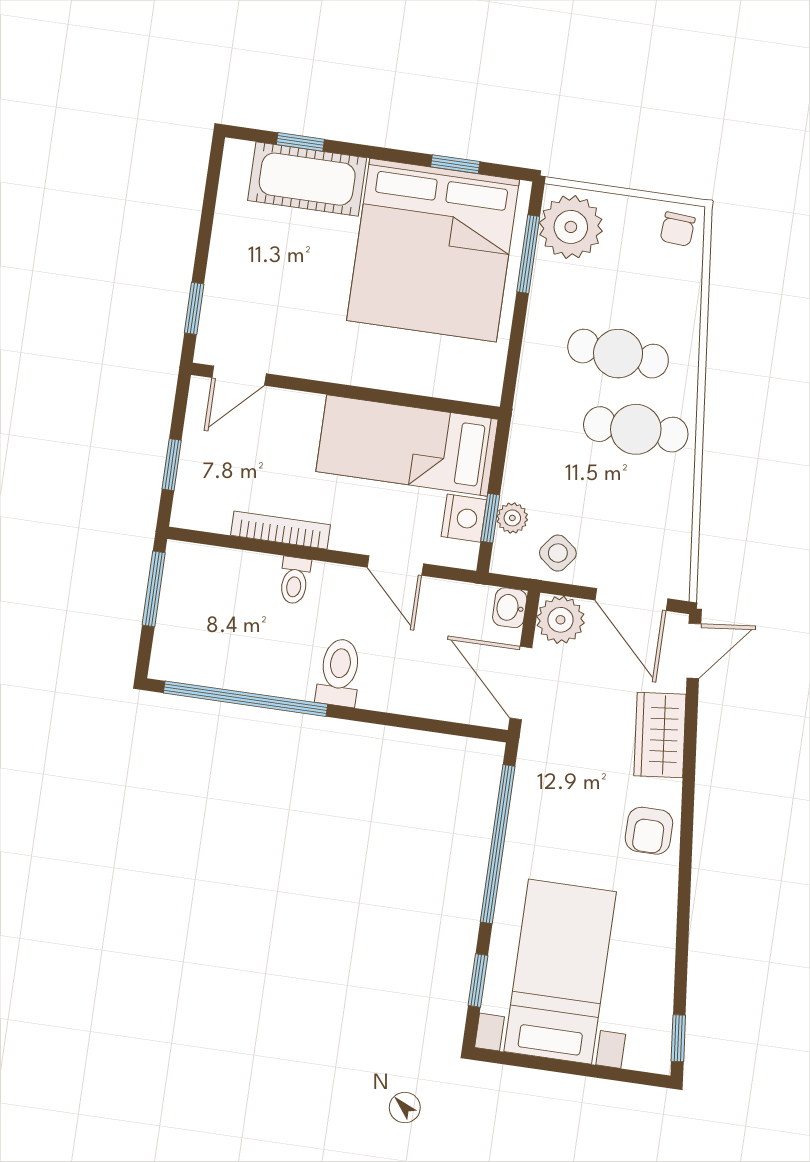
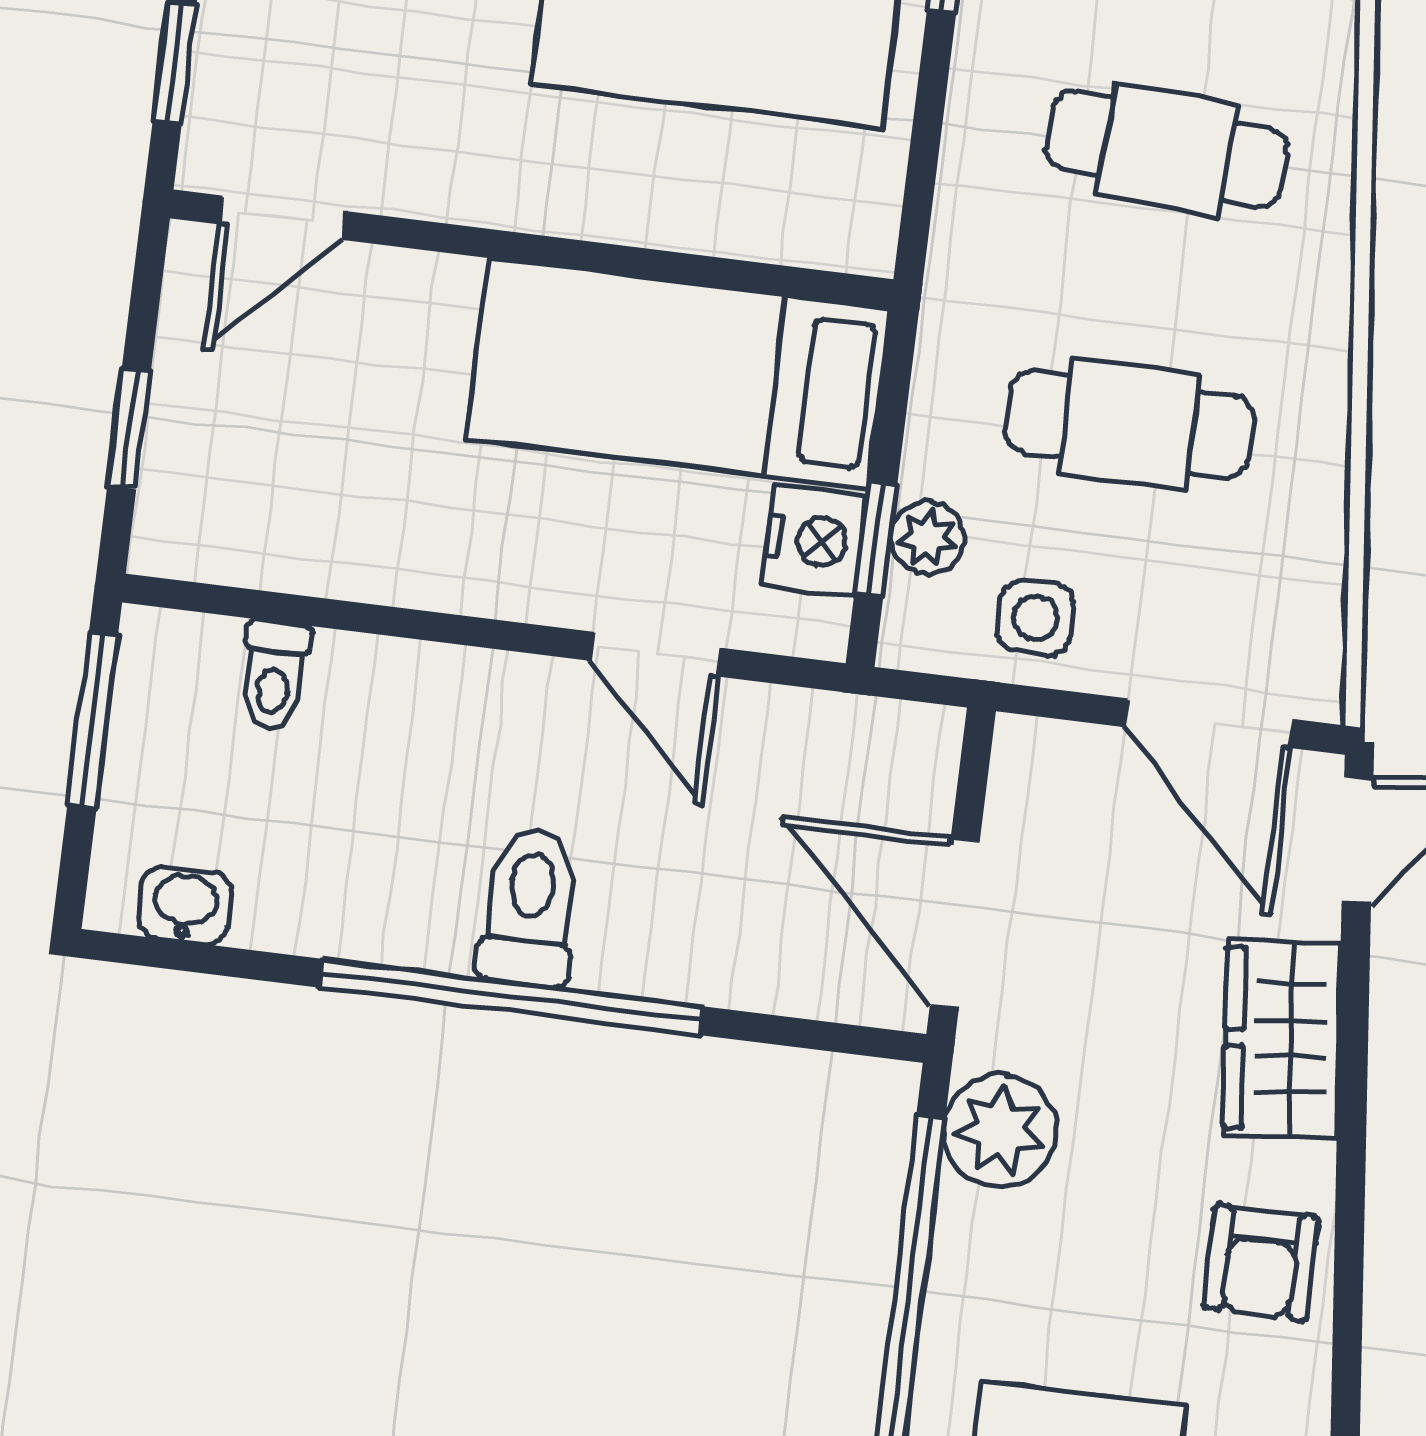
cafe table: (636, 429) -> (1129, 424), moved
bookcase: (280, 530) -> (386, 577), removed
side table: (558, 553) -> (1035, 618), turned -38
toilet: (295, 580) -> (274, 675), moved
washbasin: (510, 608) -> (185, 905), moved, turned 90
plant: (560, 620) -> (1000, 1131), moved
window: (246, 699) -> (511, 997), moved

